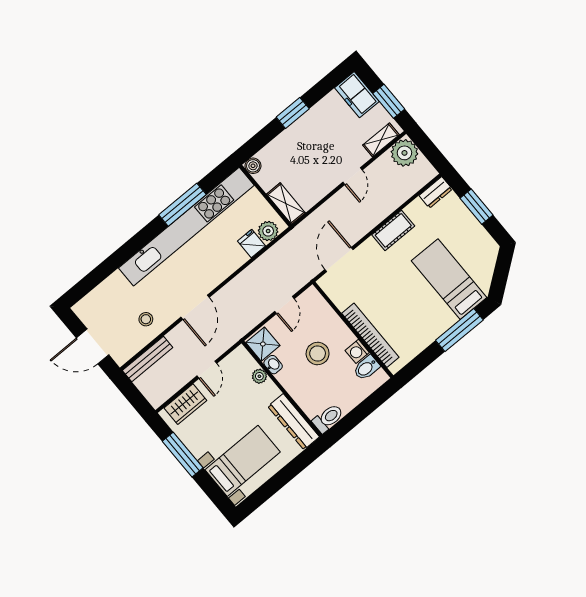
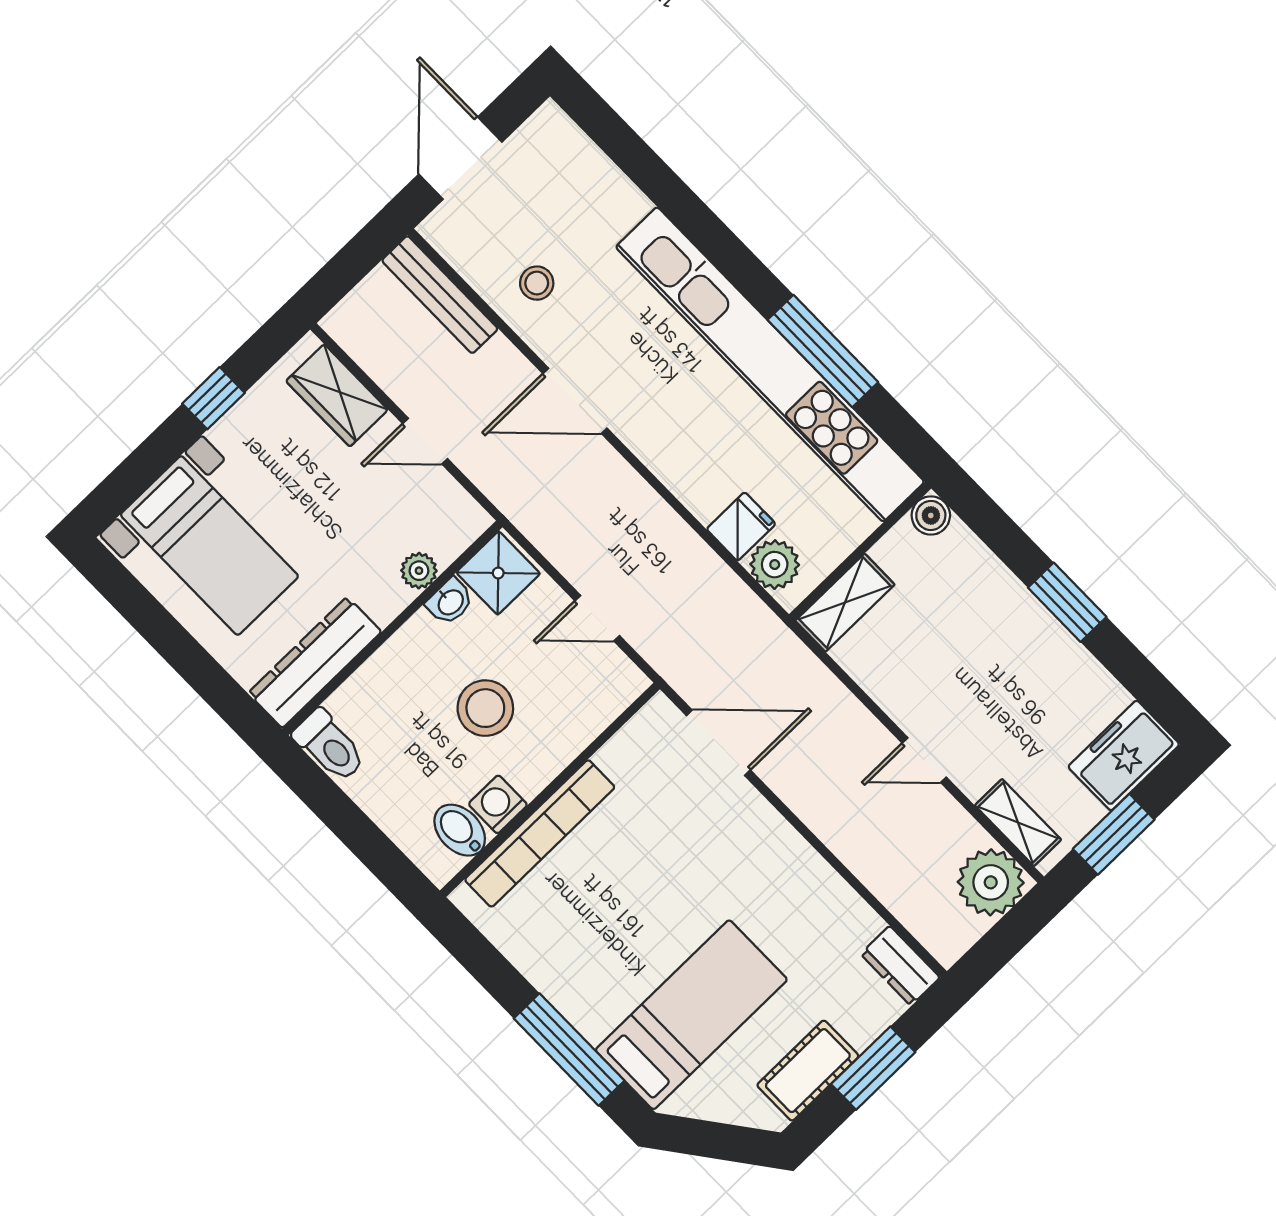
cot: (393, 230) -> (808, 1071), moved, turned 90
window: (183, 455) -> (214, 398), width x0.46

